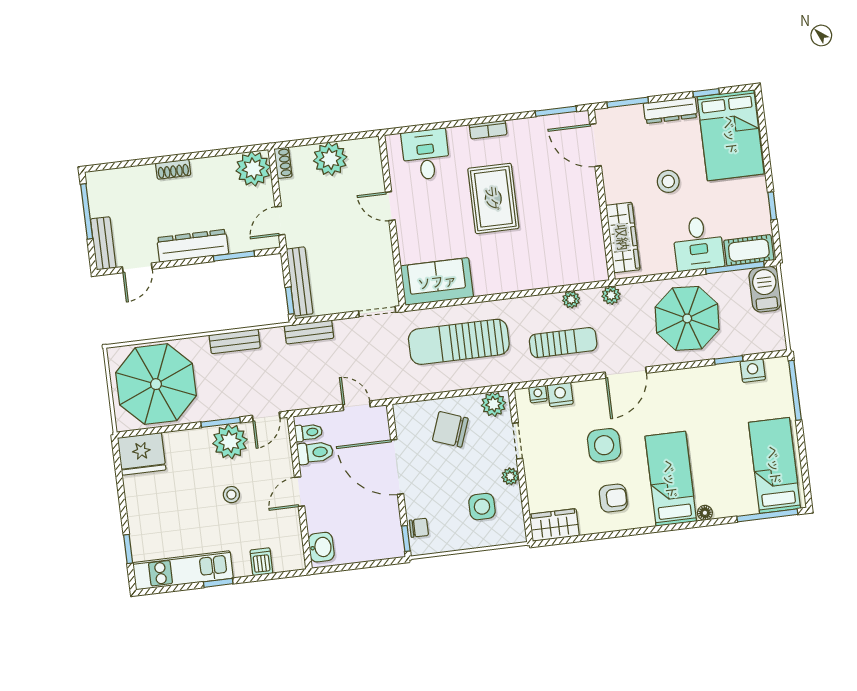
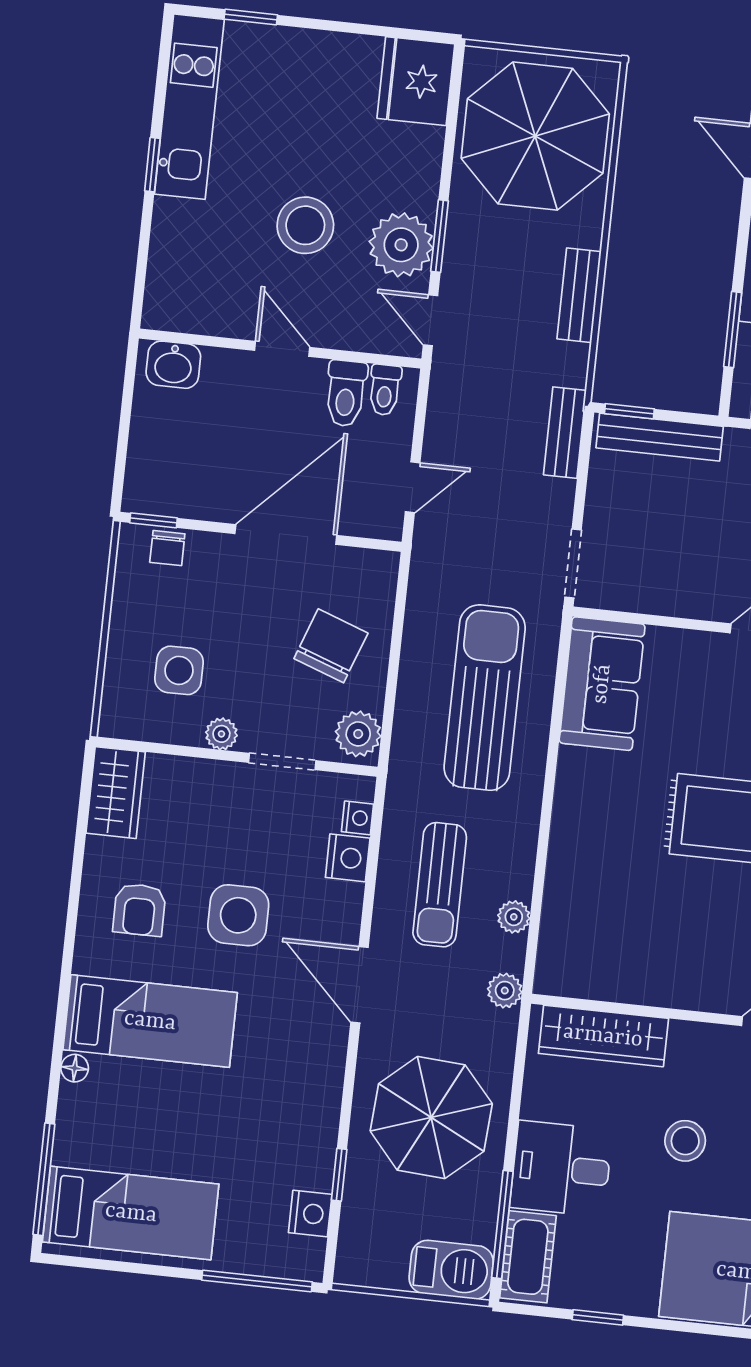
stool: (231, 495) -> (305, 225), width x1.89, depth x1.89
dishwasher: (261, 562) -> (172, 251), removed

